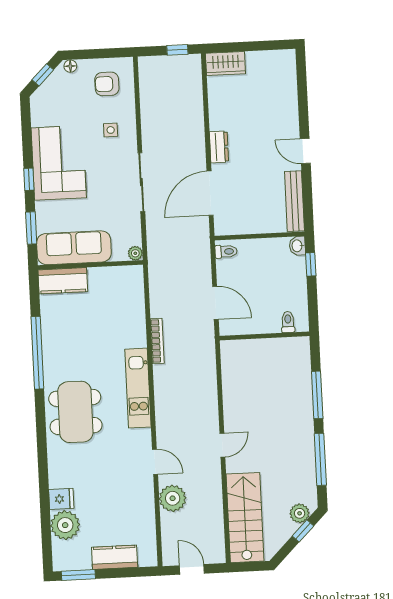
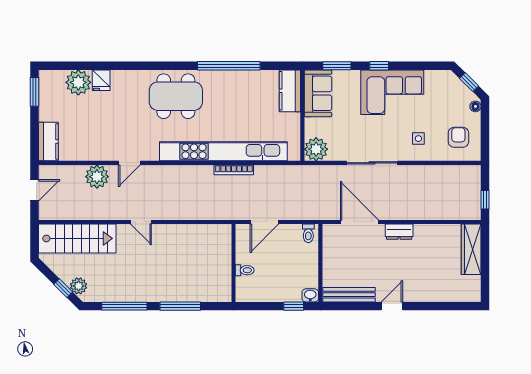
wardrobe: (225, 64) -> (471, 249), width x1.50
sofa: (74, 248) -> (318, 93), width x0.73
plant: (135, 253) -> (316, 149), width x1.88, depth x1.88
toilet: (288, 322) -> (245, 270), moved
kitchen unit: (138, 388) -> (223, 151), width x1.86
kitchen counter: (115, 557) -> (48, 142), moved

